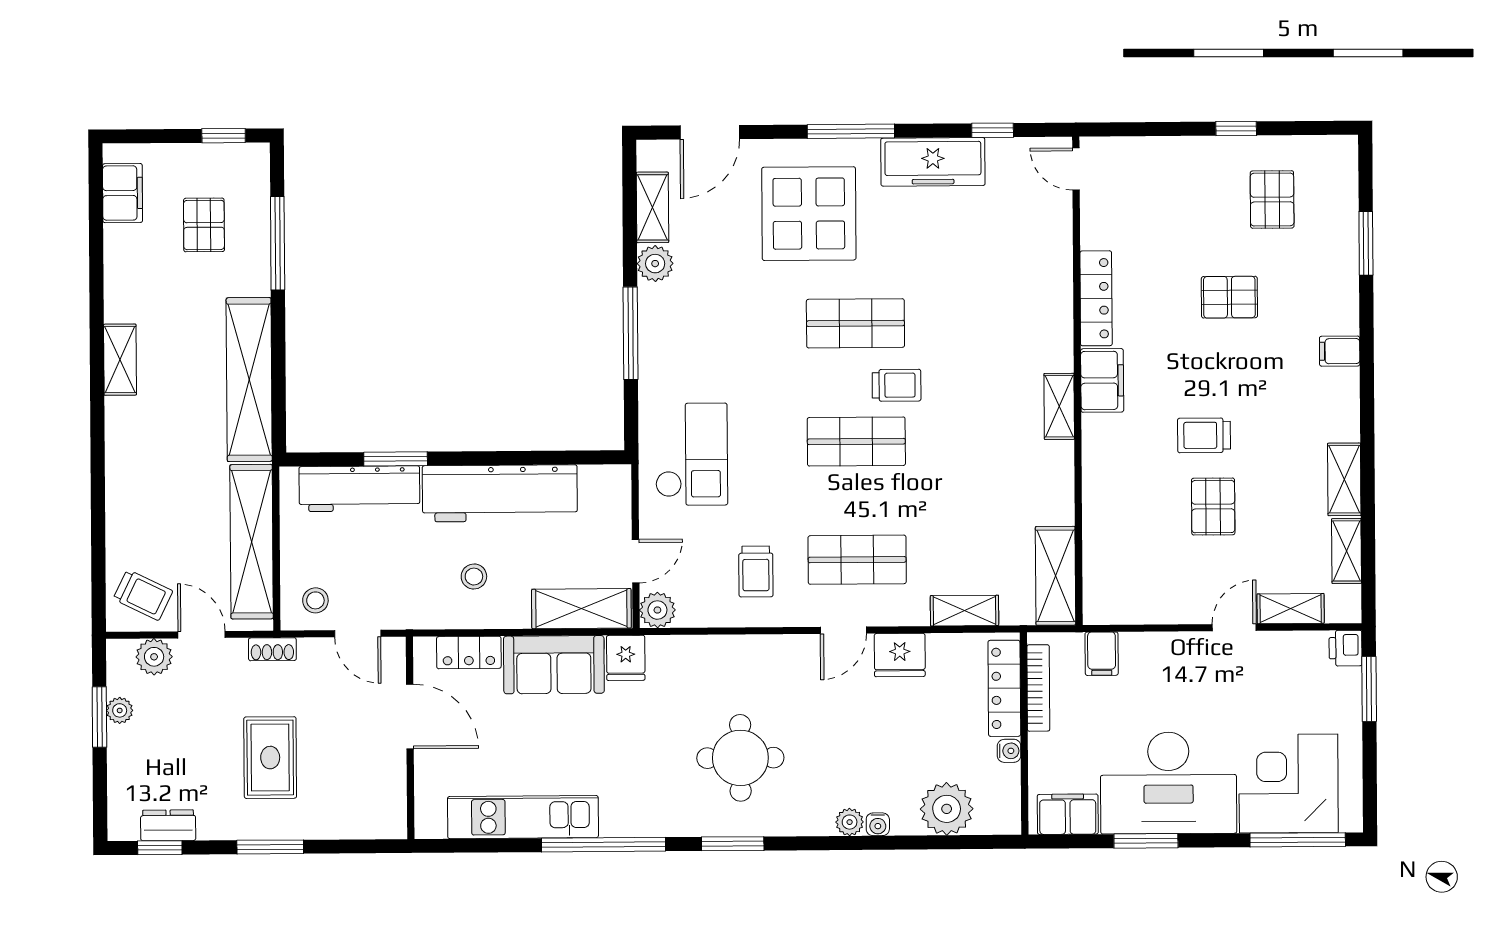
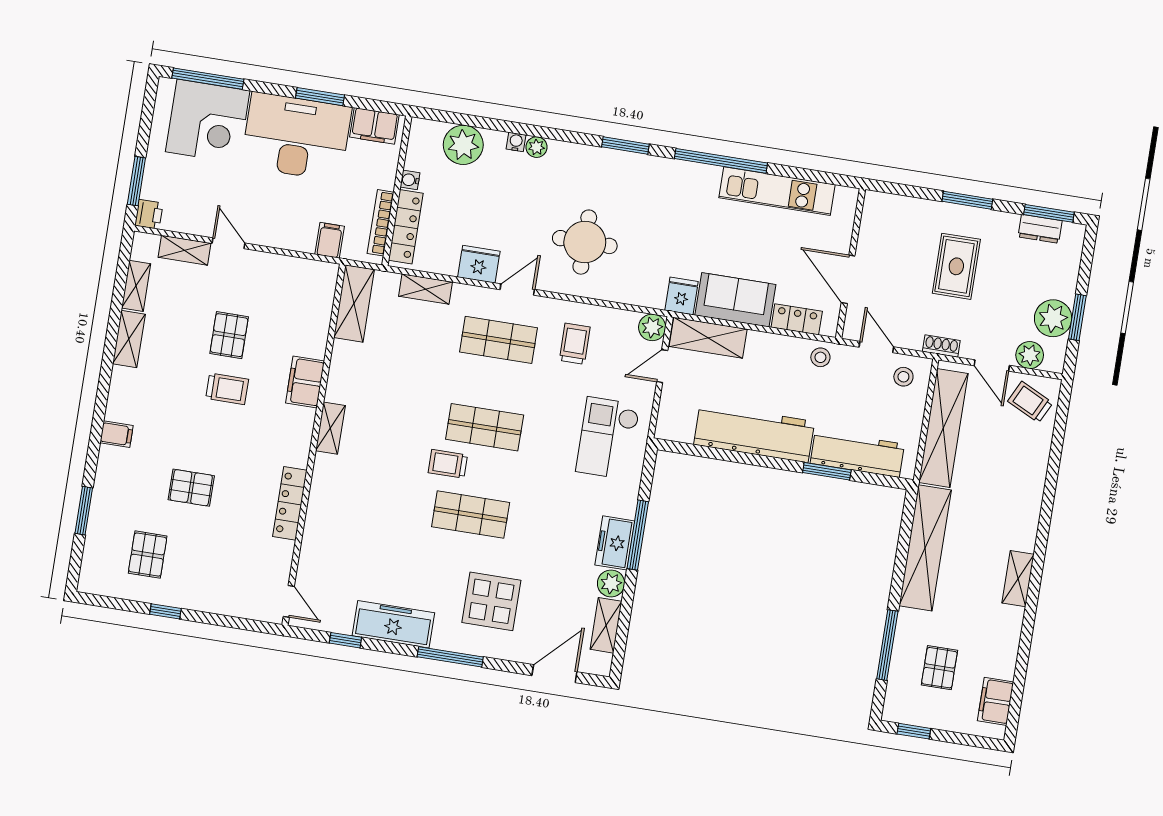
display table: (809, 214) -> (491, 601), width x0.73, depth x0.73
freezer: (659, 318) -> (615, 543), added
filing cabinet: (1102, 380) -> (305, 382), moved
stool: (474, 577) -> (820, 357), moved
door: (1234, 627) -> (228, 243), swing flipped
plant: (120, 710) -> (1053, 318), width x1.88, depth x1.88
round table: (740, 758) -> (585, 242), moved
window: (160, 848) -> (1049, 213), width x1.50

